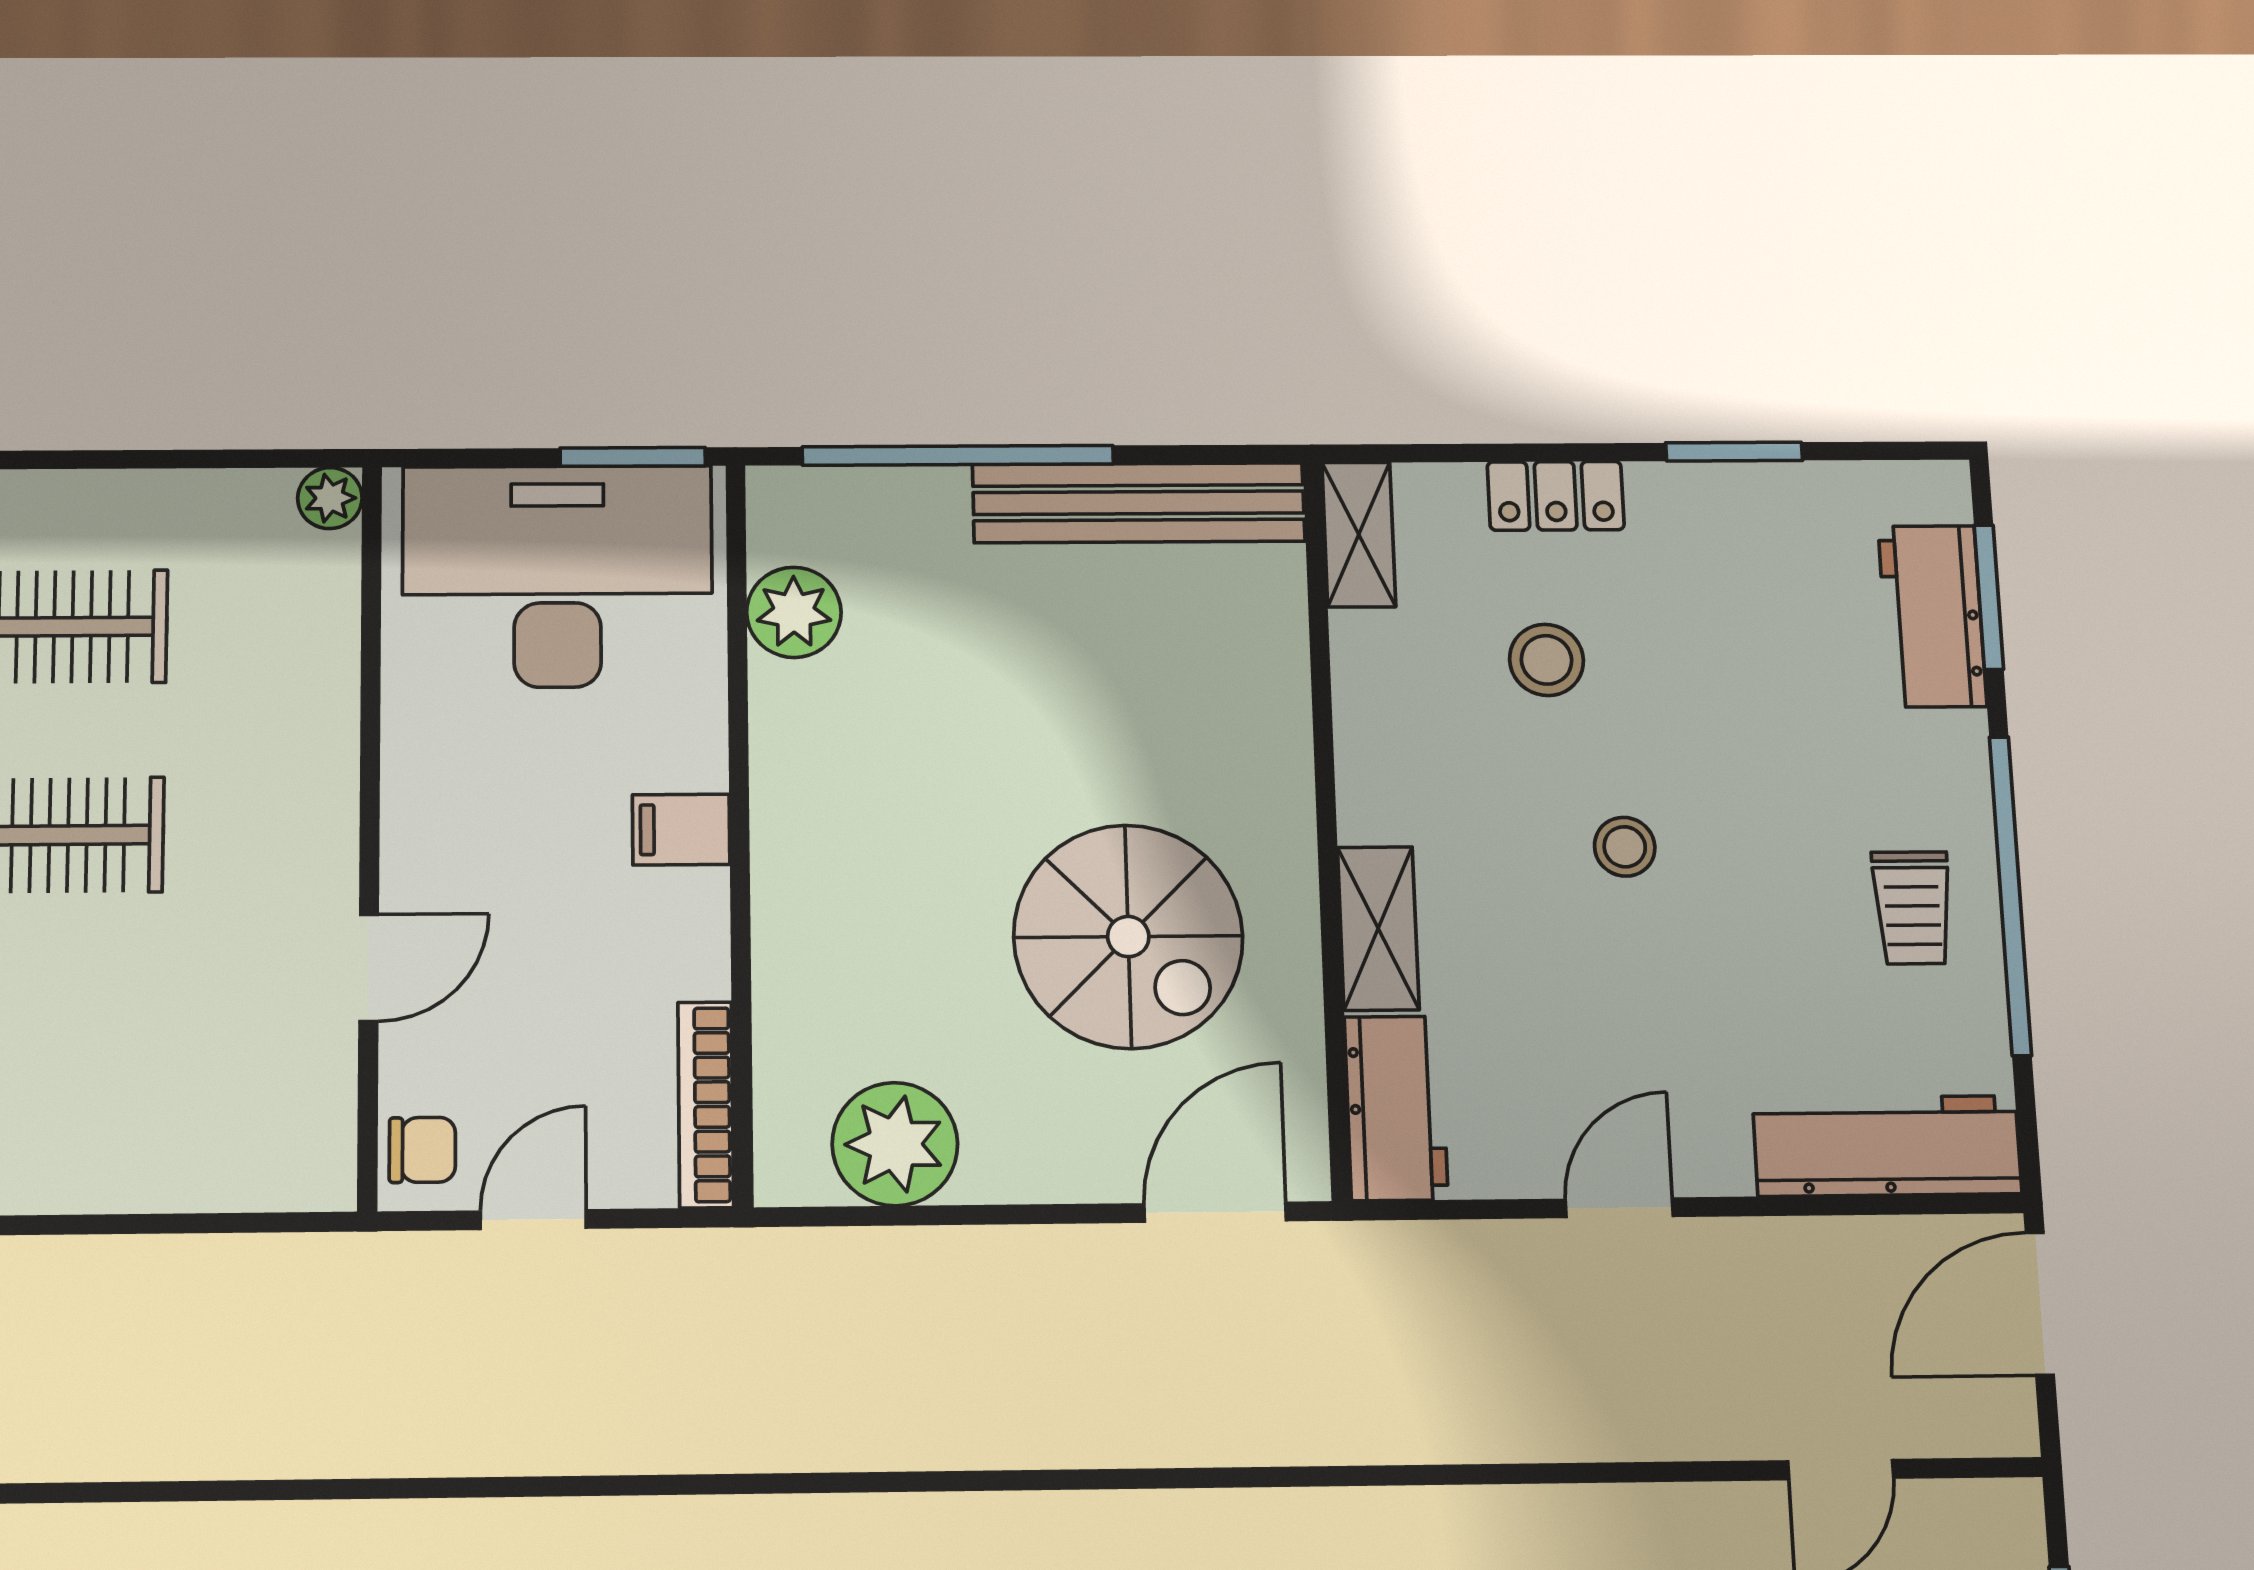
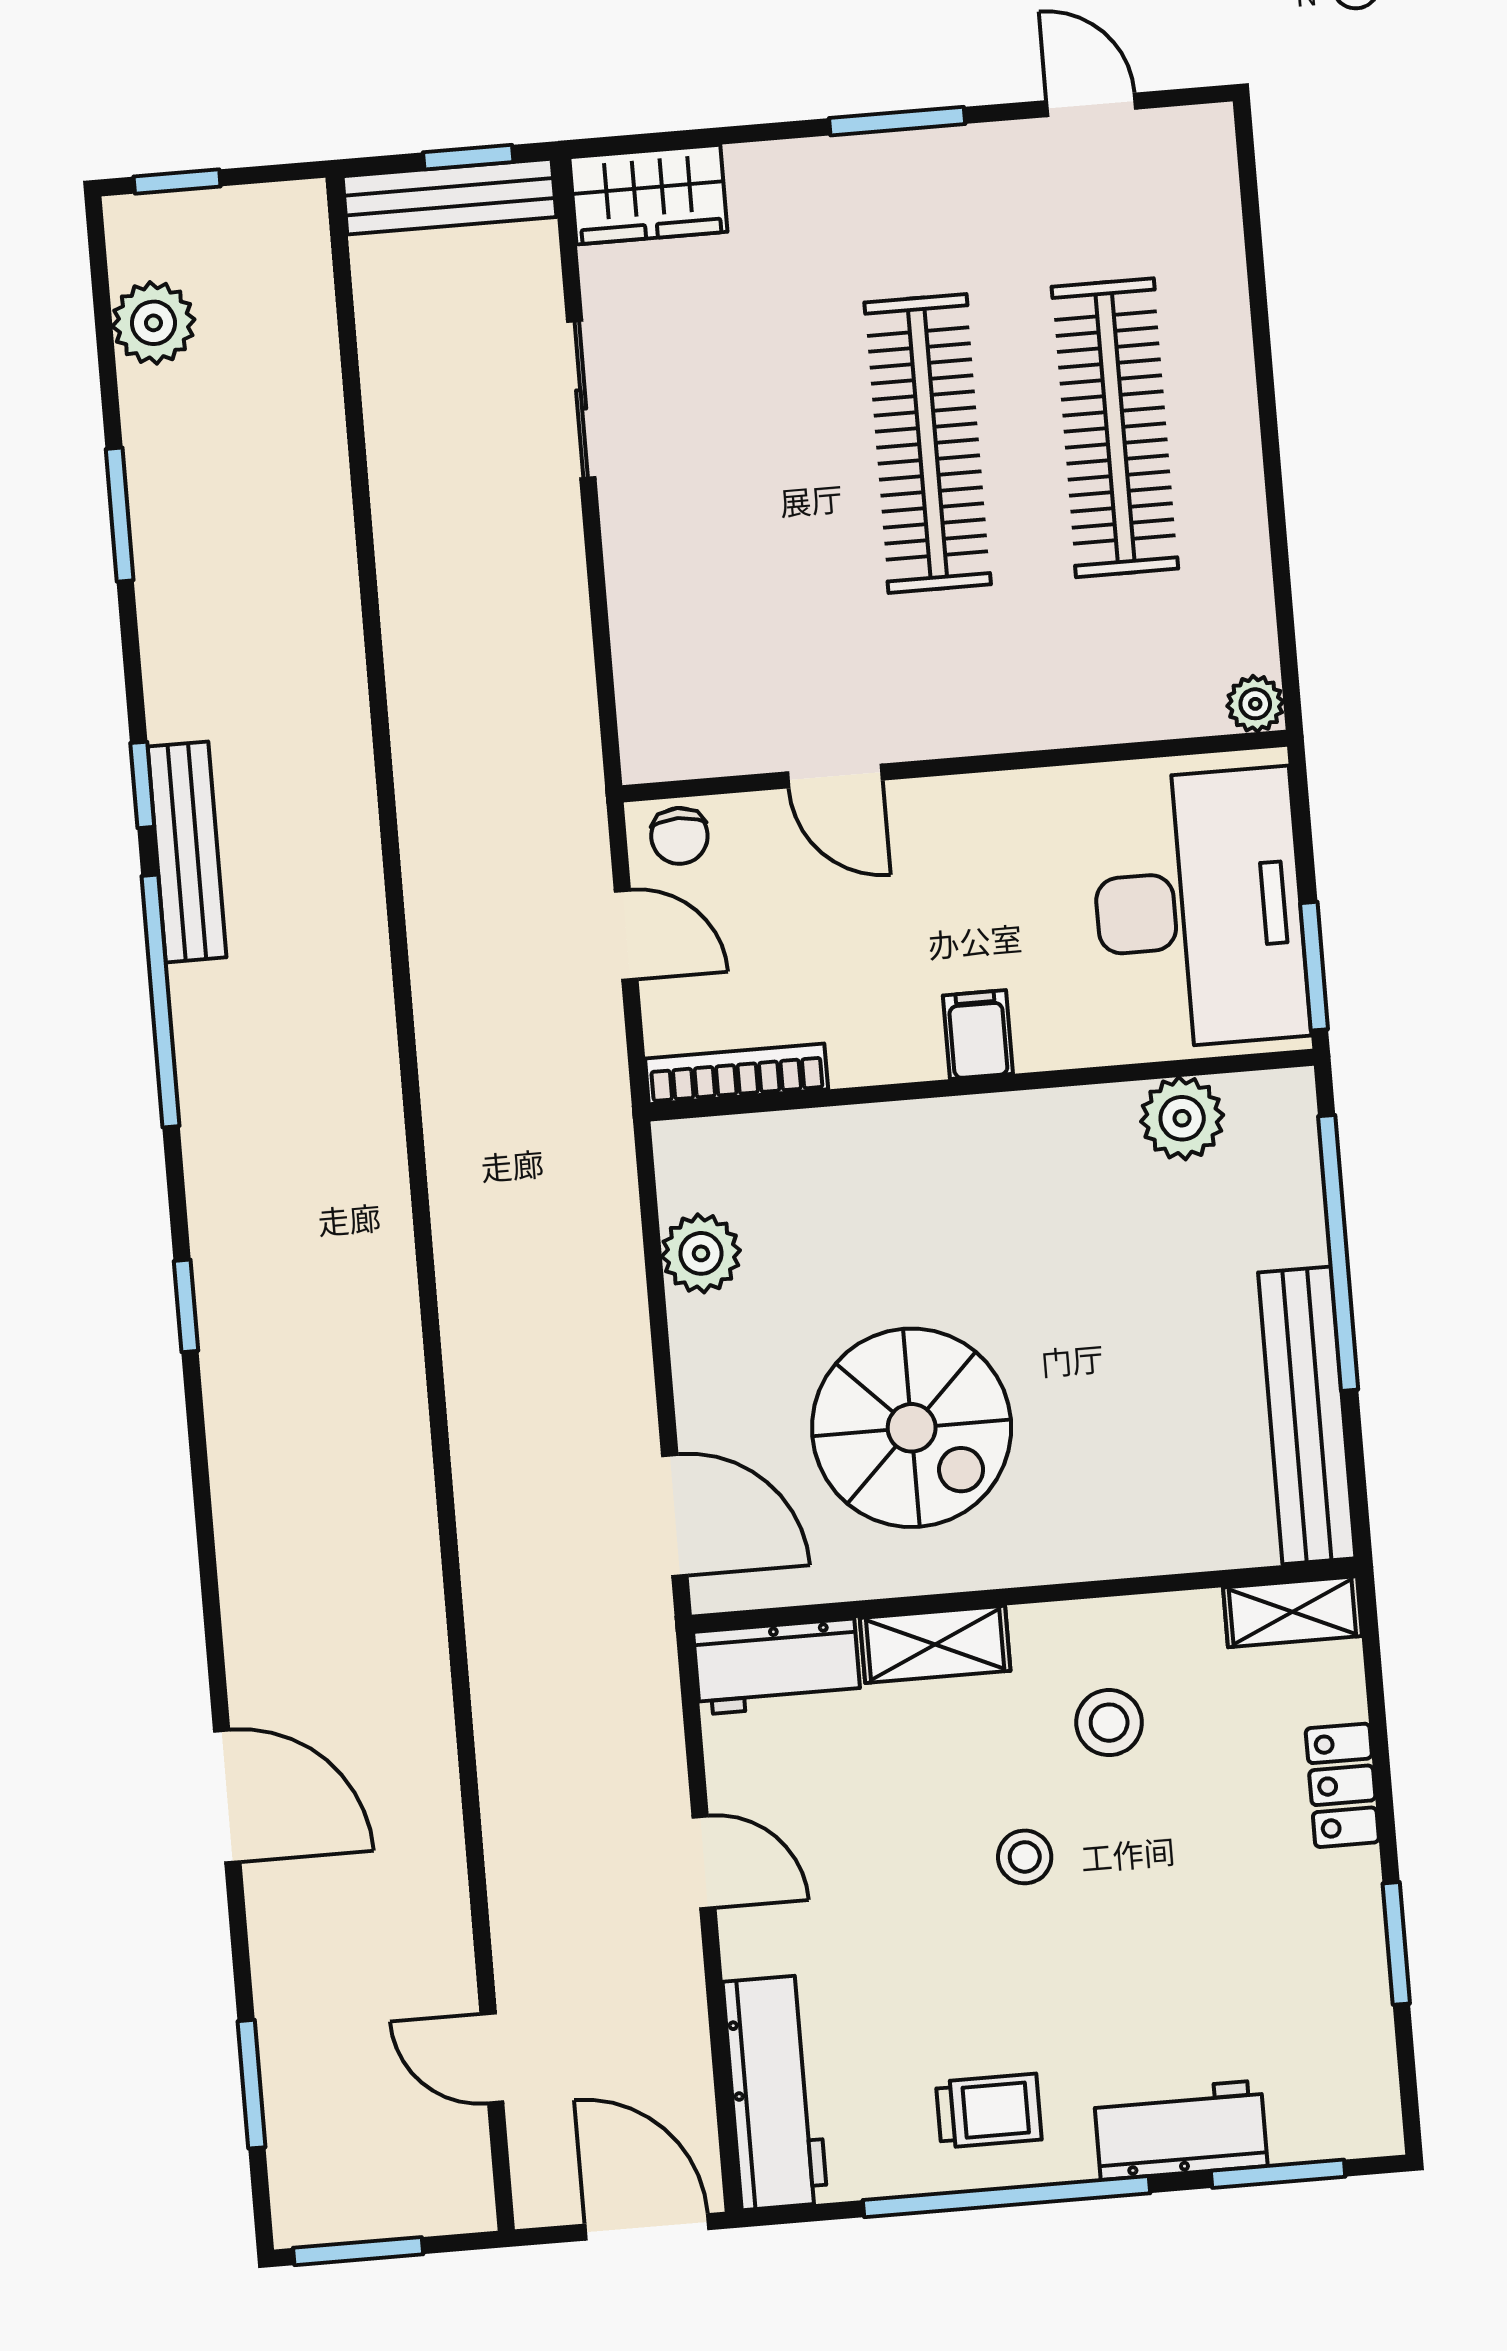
workbench: (1932, 616) -> (1181, 2130), moved
stool: (1547, 660) -> (1109, 1723), moved
trolley: (1912, 908) -> (989, 2111), turned 180
spiral stairs: (1128, 937) -> (912, 1428), turned -90
plant: (895, 1144) -> (701, 1253), width x0.73, depth x0.73

